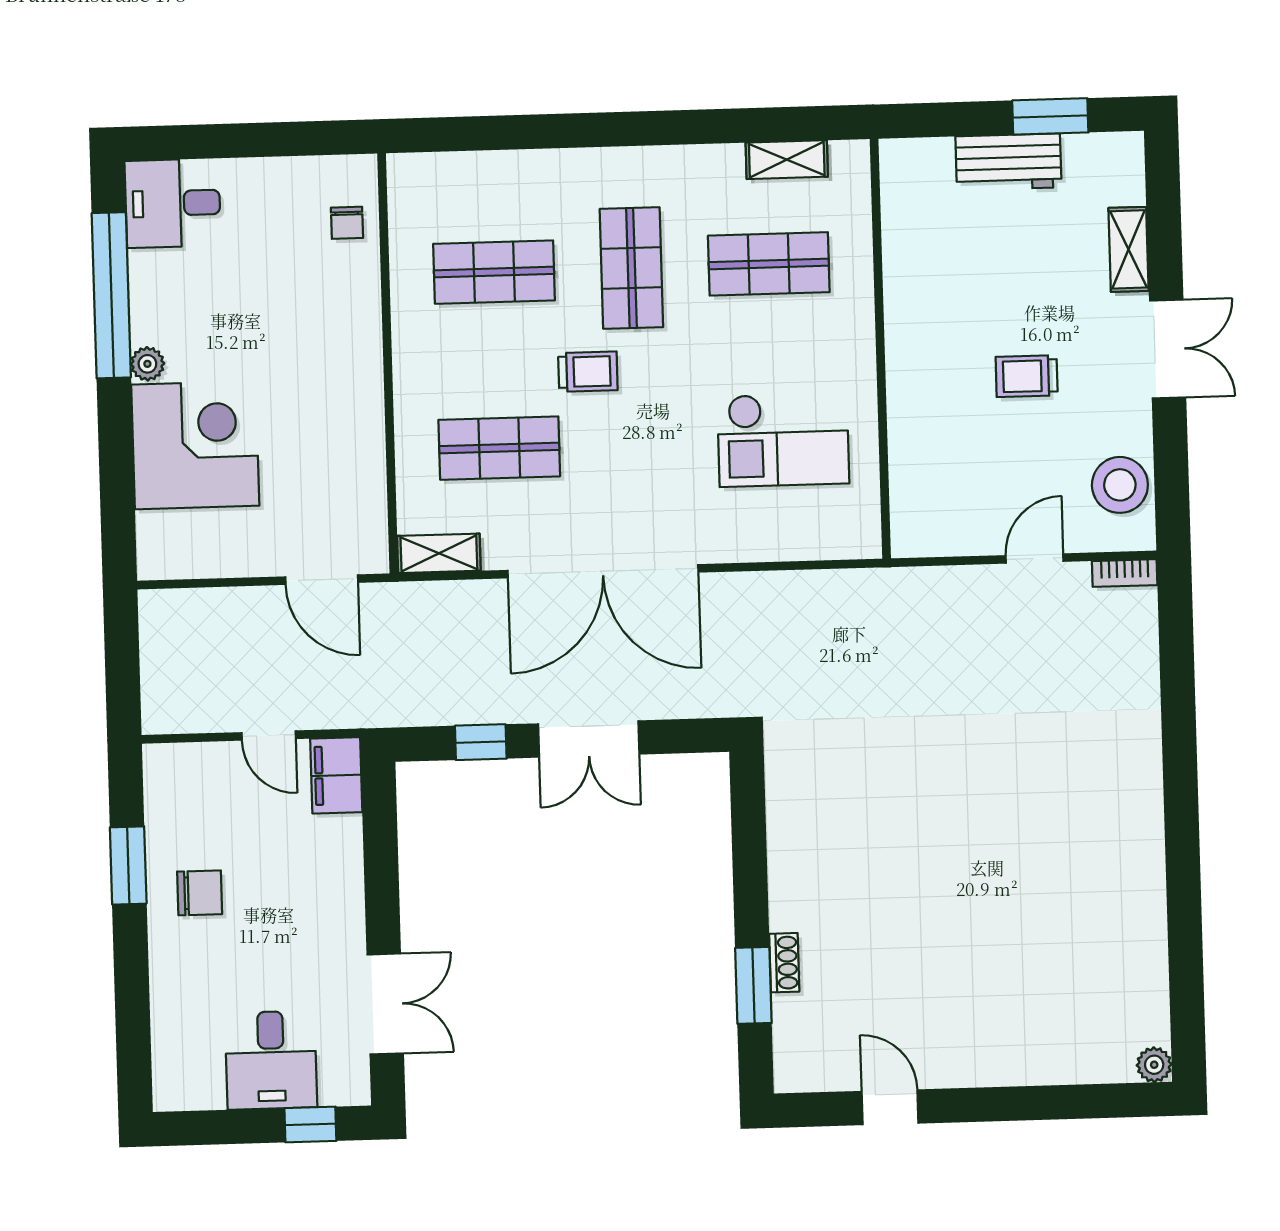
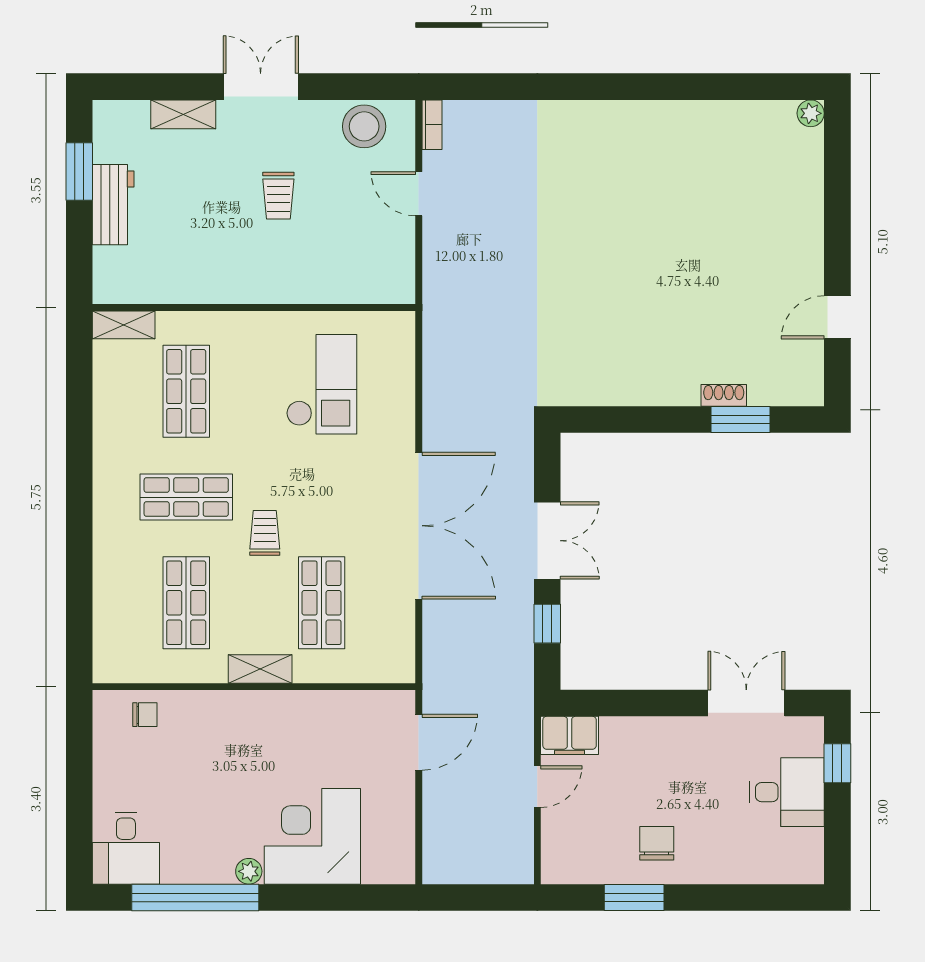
shelving: (787, 160) -> (124, 325), moved, turned 90
shelving: (439, 553) -> (260, 669), moved, turned 90

